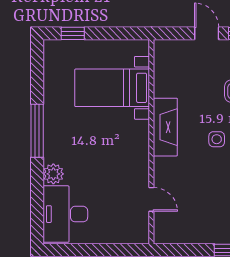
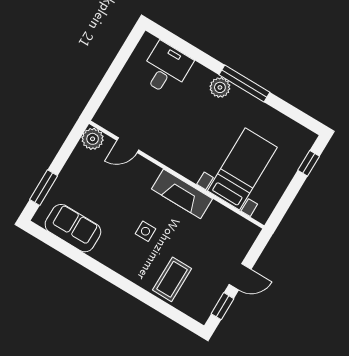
plant: (53, 174) -> (220, 87), moved
desk: (65, 214) -> (166, 69), width x0.73
plant: (164, 233) -> (93, 139), added

